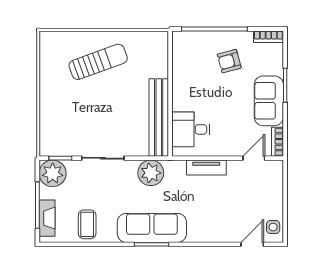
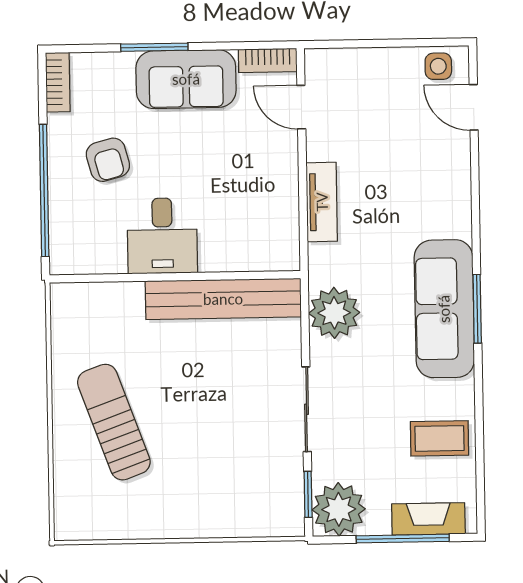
desk: (191, 129) -> (162, 236), moved

